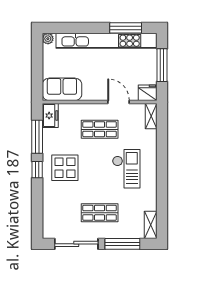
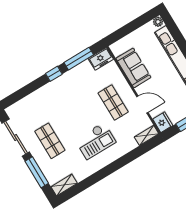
sofa: (62, 89) -> (133, 68), moved
door: (119, 102) -> (142, 104), hinge flipped
display table: (65, 168) -> (68, 94), removed

